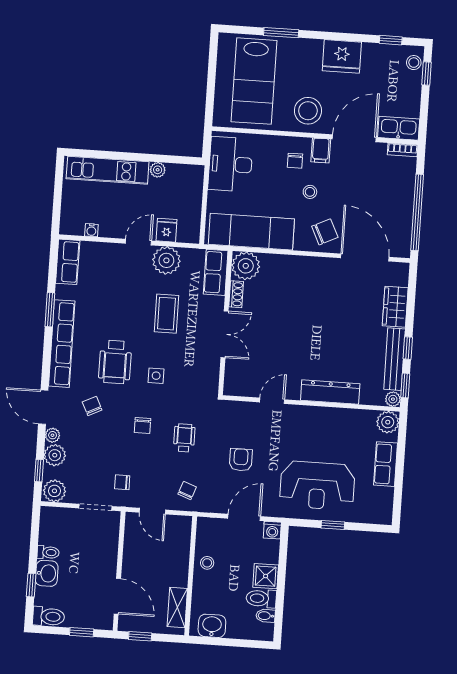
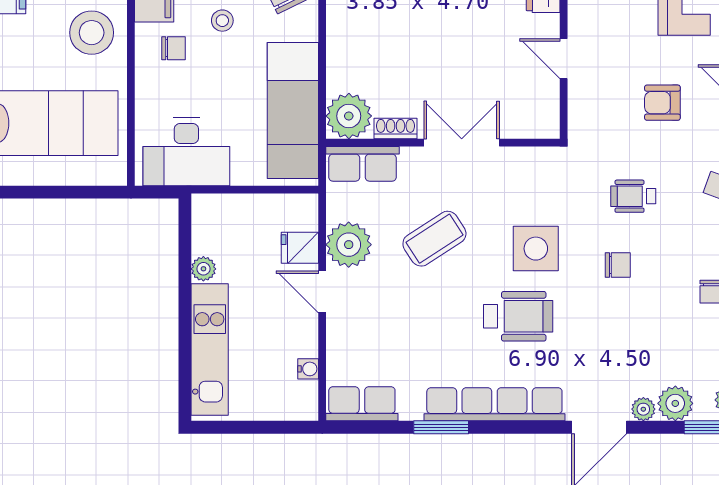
coffee table: (166, 314) -> (434, 239), turned -33
side table: (156, 376) -> (536, 249), width x1.87, depth x1.87
chair: (92, 406) -> (592, 349), removed

